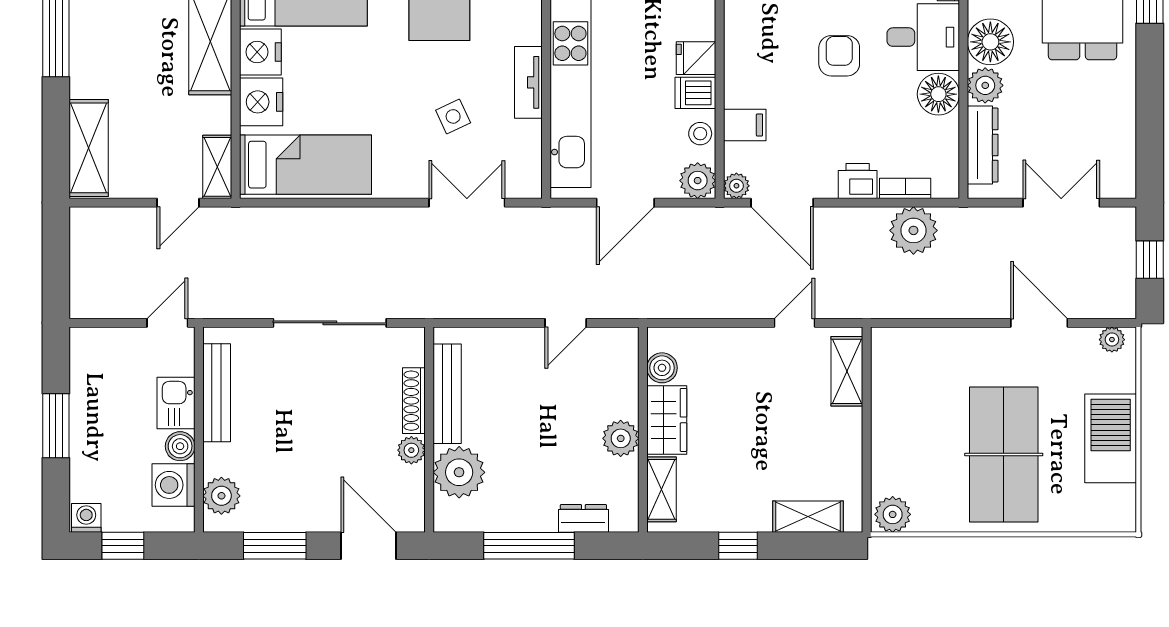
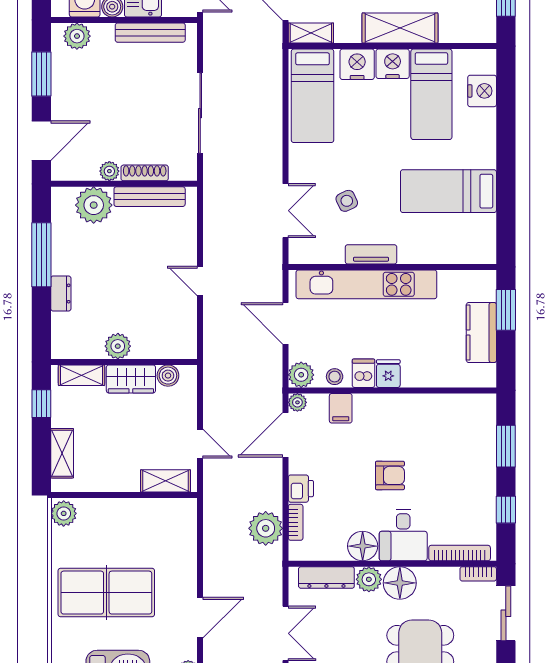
boiler: (662, 368) -> (168, 376), moved
wardrobe: (667, 420) -> (131, 379), moved
wall: (643, 430) -> (124, 362), moved
plant: (621, 438) -> (118, 346), moved
shelving: (661, 489) -> (82, 375), moved

